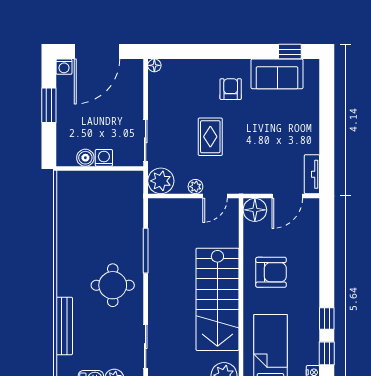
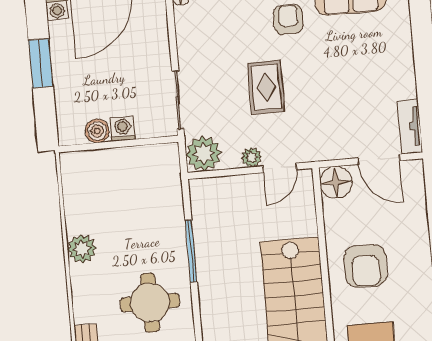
door: (287, 196) -> (379, 159), hinge flipped
plant: (67, 242) -> (82, 249), added
armchair: (271, 272) -> (366, 266), turned 90

